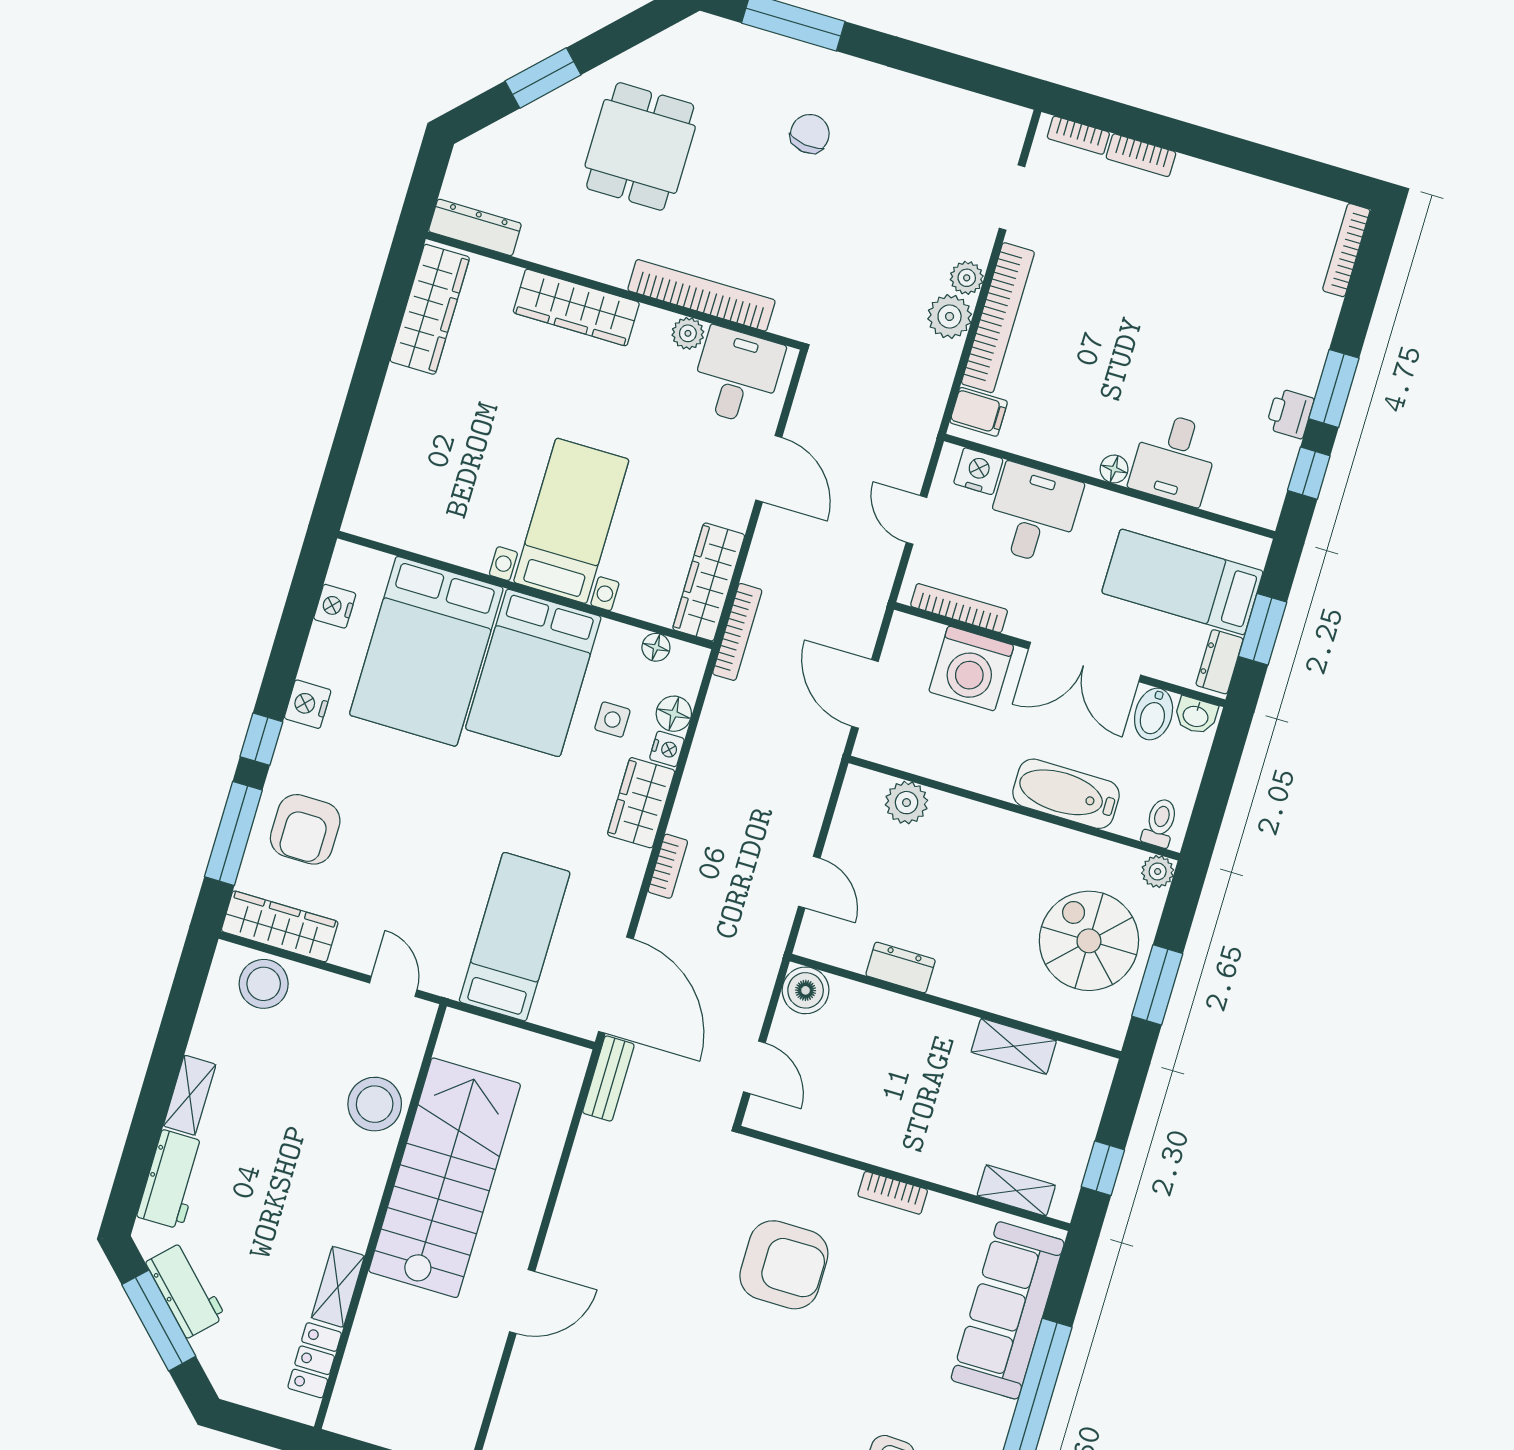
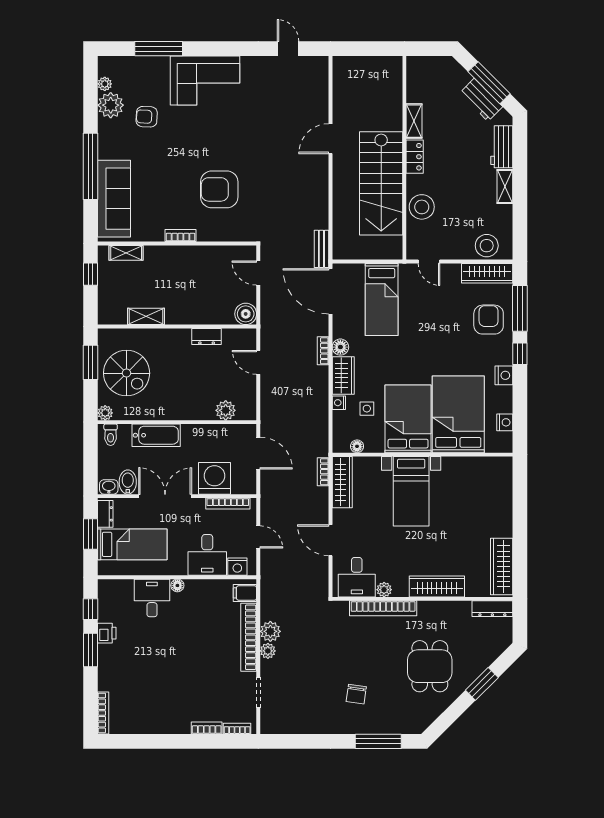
bookcase: (737, 632) -> (323, 472), width x0.64
floor lamp: (674, 714) -> (340, 347), moved
locker: (315, 1360) -> (415, 157), moved

